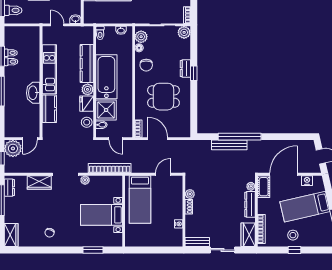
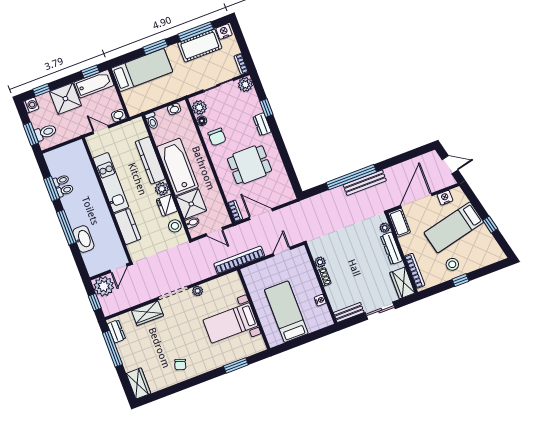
window: (194, 73) -> (266, 108), moved
washbasin: (33, 93) -> (83, 239), moved, turned 180
bench: (229, 145) -> (365, 183), moved
bookcase: (110, 168) -> (239, 260), moved
bed: (140, 200) -> (286, 312), moved, turned 180

